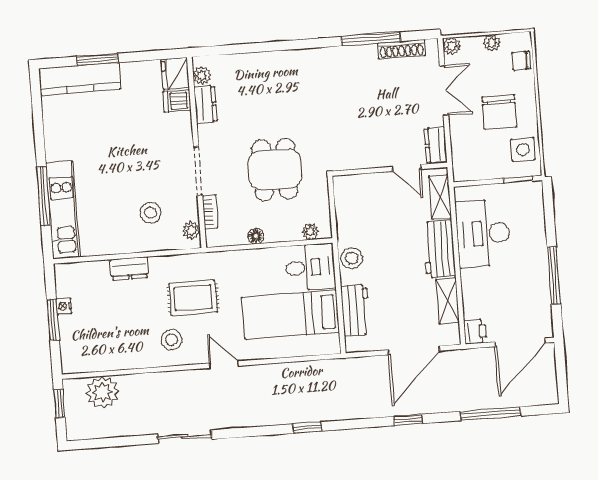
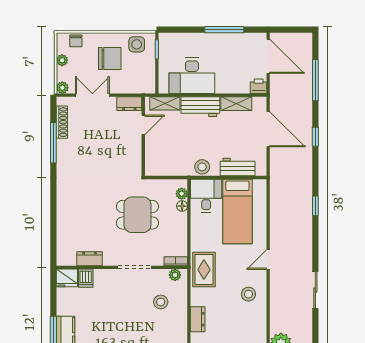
plant: (202, 76) -> (70, 260), removed
bookcase: (210, 212) -> (176, 261), moved
floor lamp: (256, 236) -> (182, 206), moved
rug: (193, 298) -> (204, 270), moved

